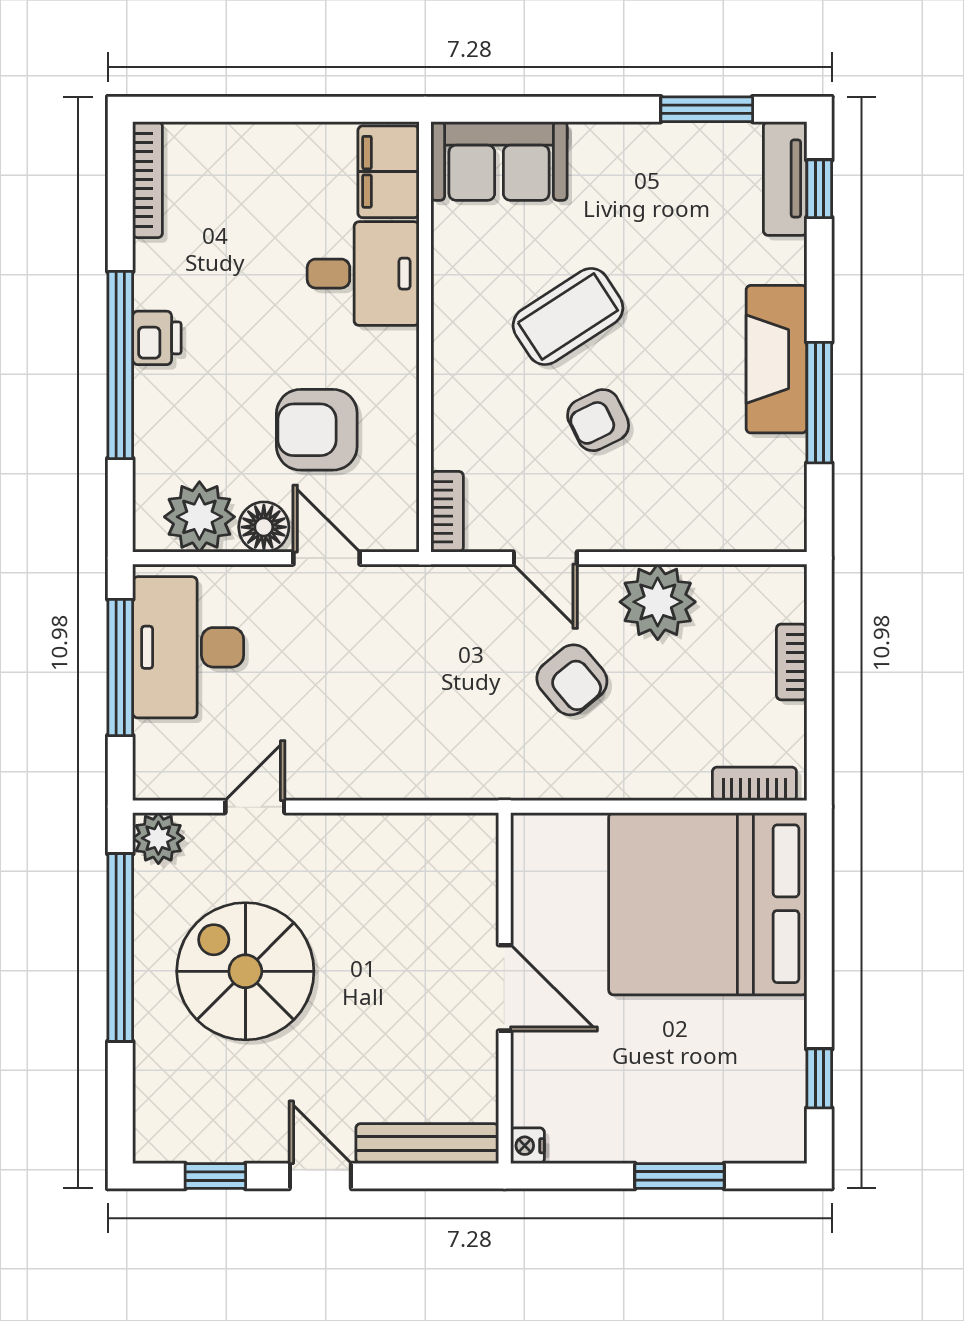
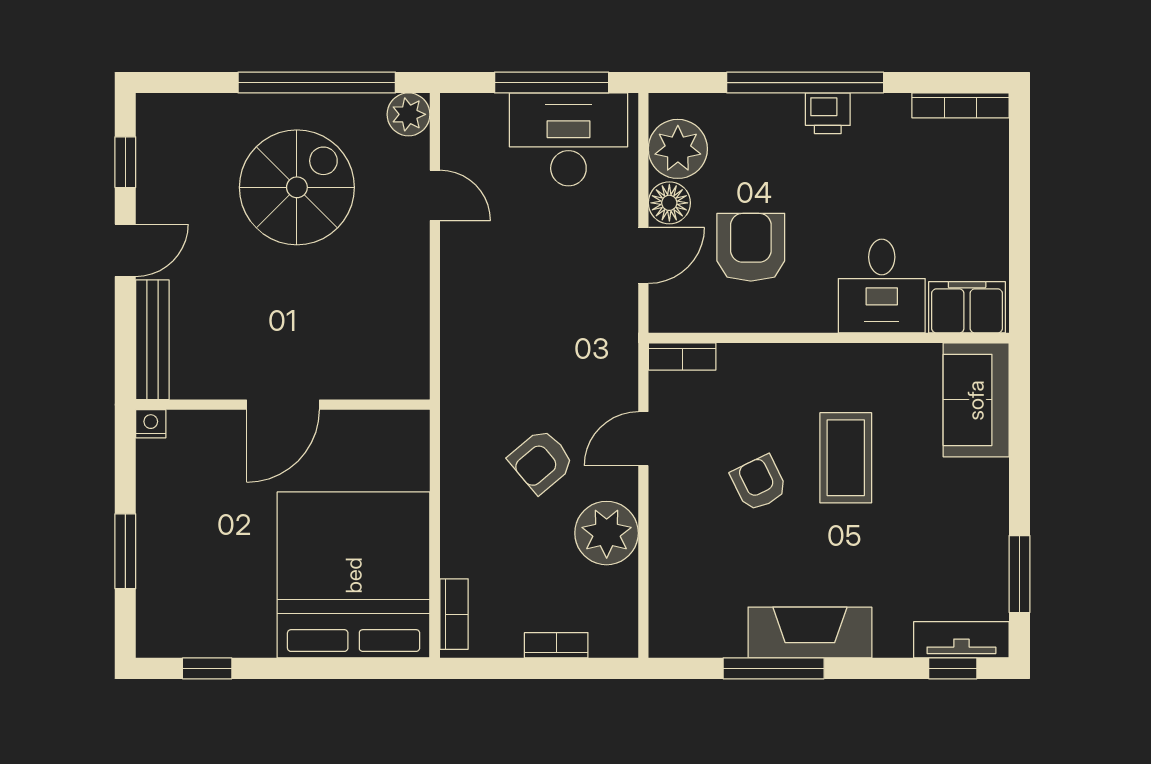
coffee table: (568, 317) -> (846, 458), turned 33

